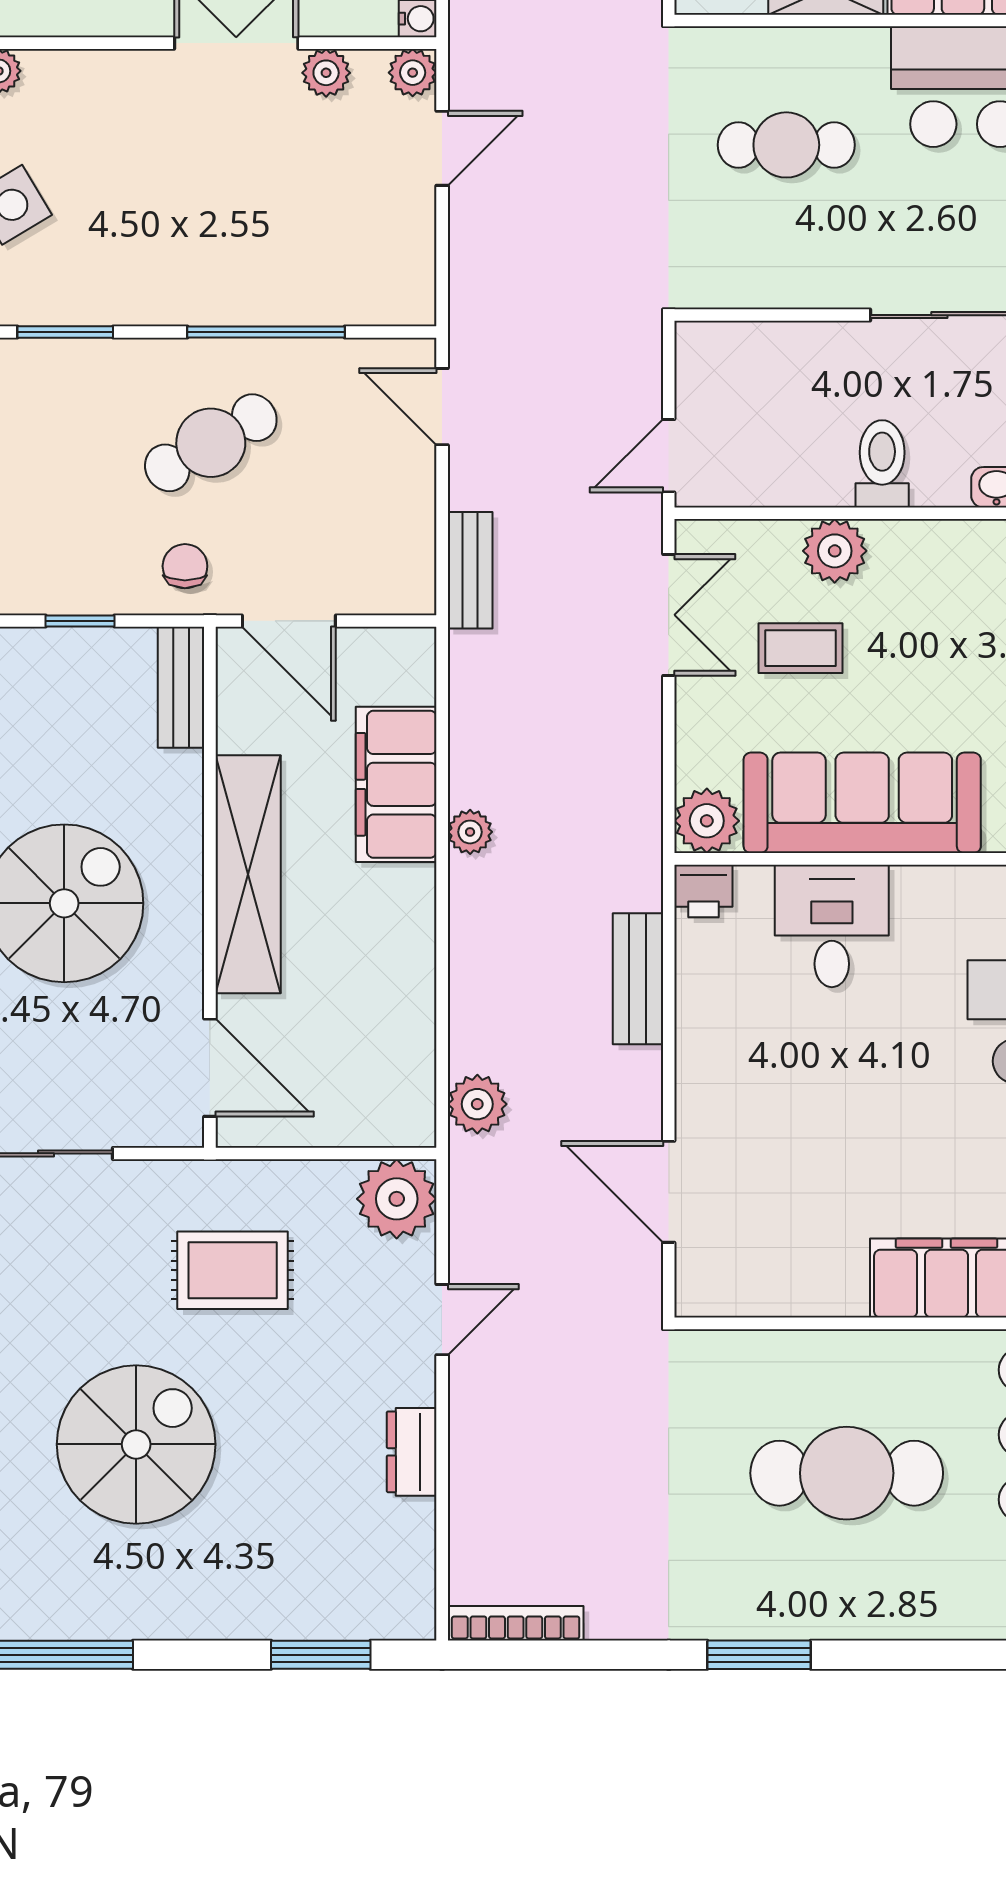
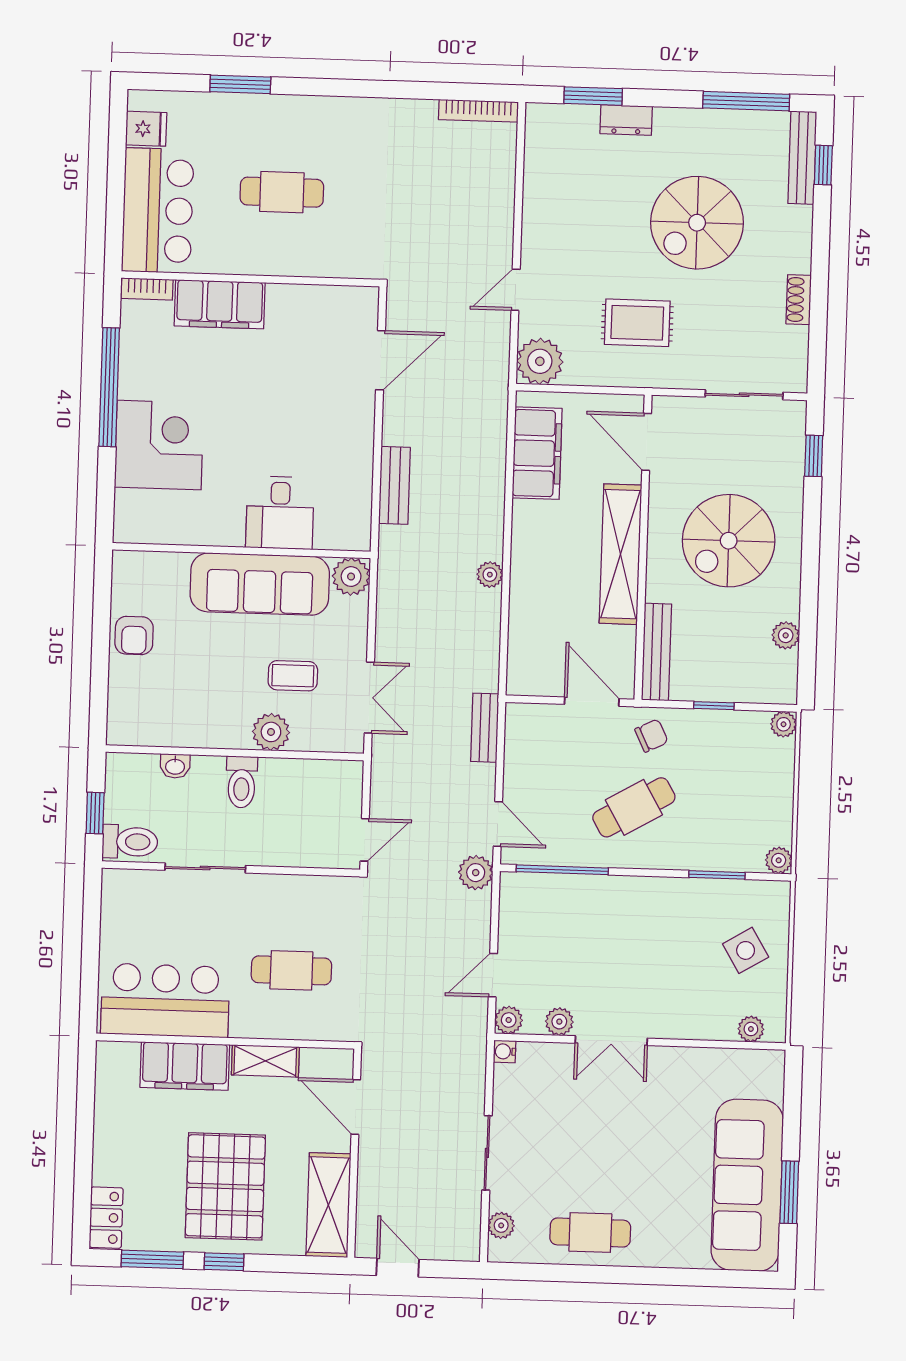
window: (266, 332) -> (562, 870), moved
door: (669, 456) -> (365, 840), moved
chair: (185, 566) -> (651, 736), turned -116
double door: (669, 615) -> (369, 698), swing flipped
bench: (181, 687) -> (656, 652), width x1.36
filing cabinet: (396, 784) -> (537, 453), moved
printer: (703, 891) -> (354, 536), removed
plant: (477, 1104) -> (476, 873), moved
door: (669, 1192) -> (381, 360), hinge flipped
dresser: (412, 1452) -> (626, 120), moved, turned 90
cafe table: (847, 1473) -> (282, 192), width x0.73, depth x0.74
window: (759, 1655) -> (240, 84), moved

